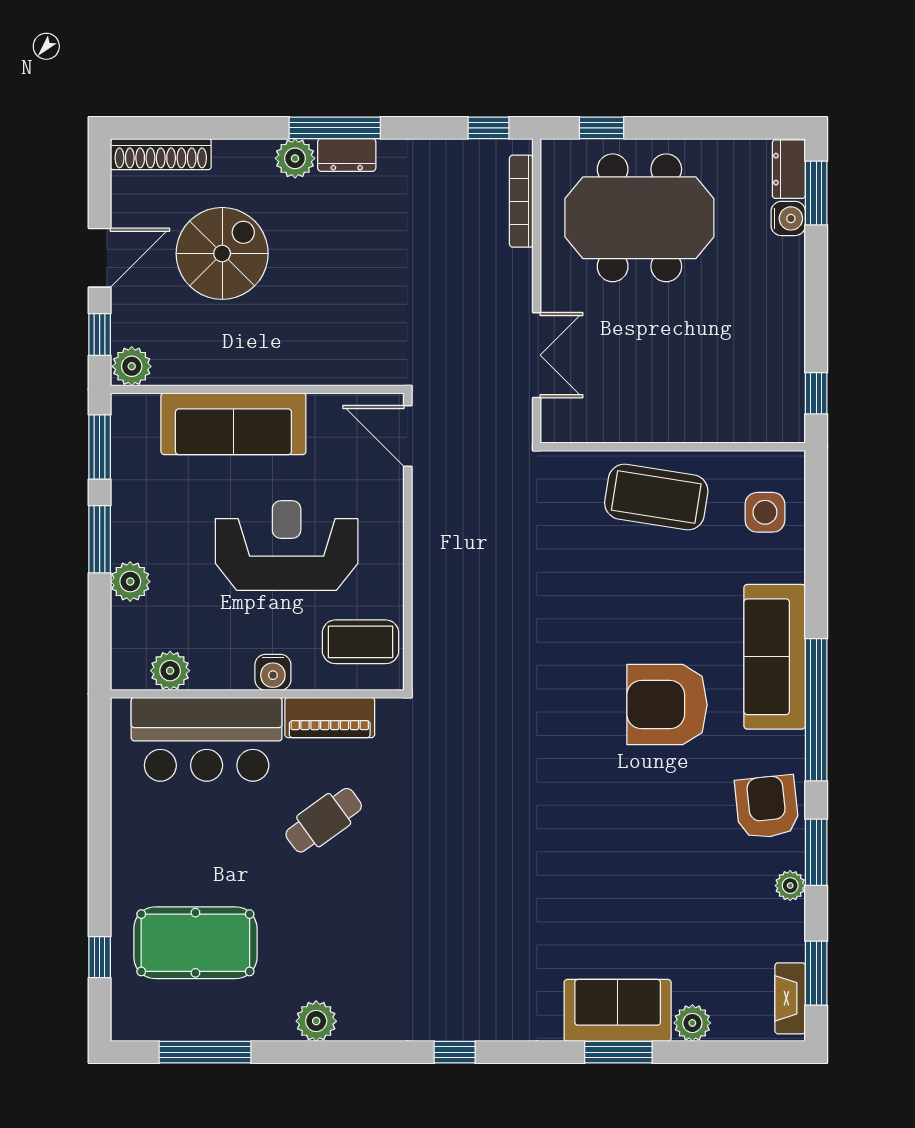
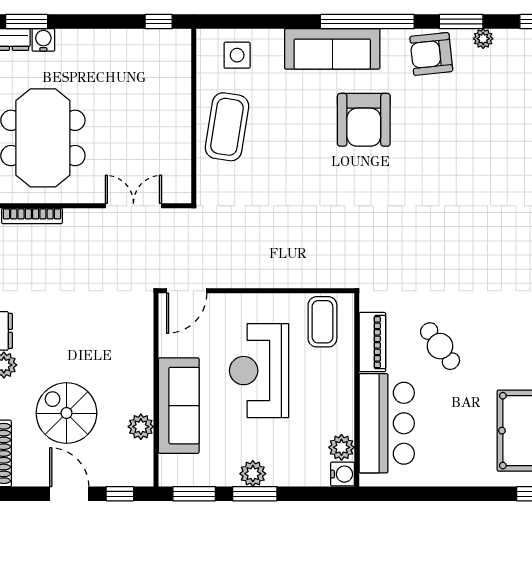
plant: (132, 366) -> (141, 427), moved
plant: (130, 582) -> (253, 474), moved
water cooler: (273, 672) -> (343, 474), moved

